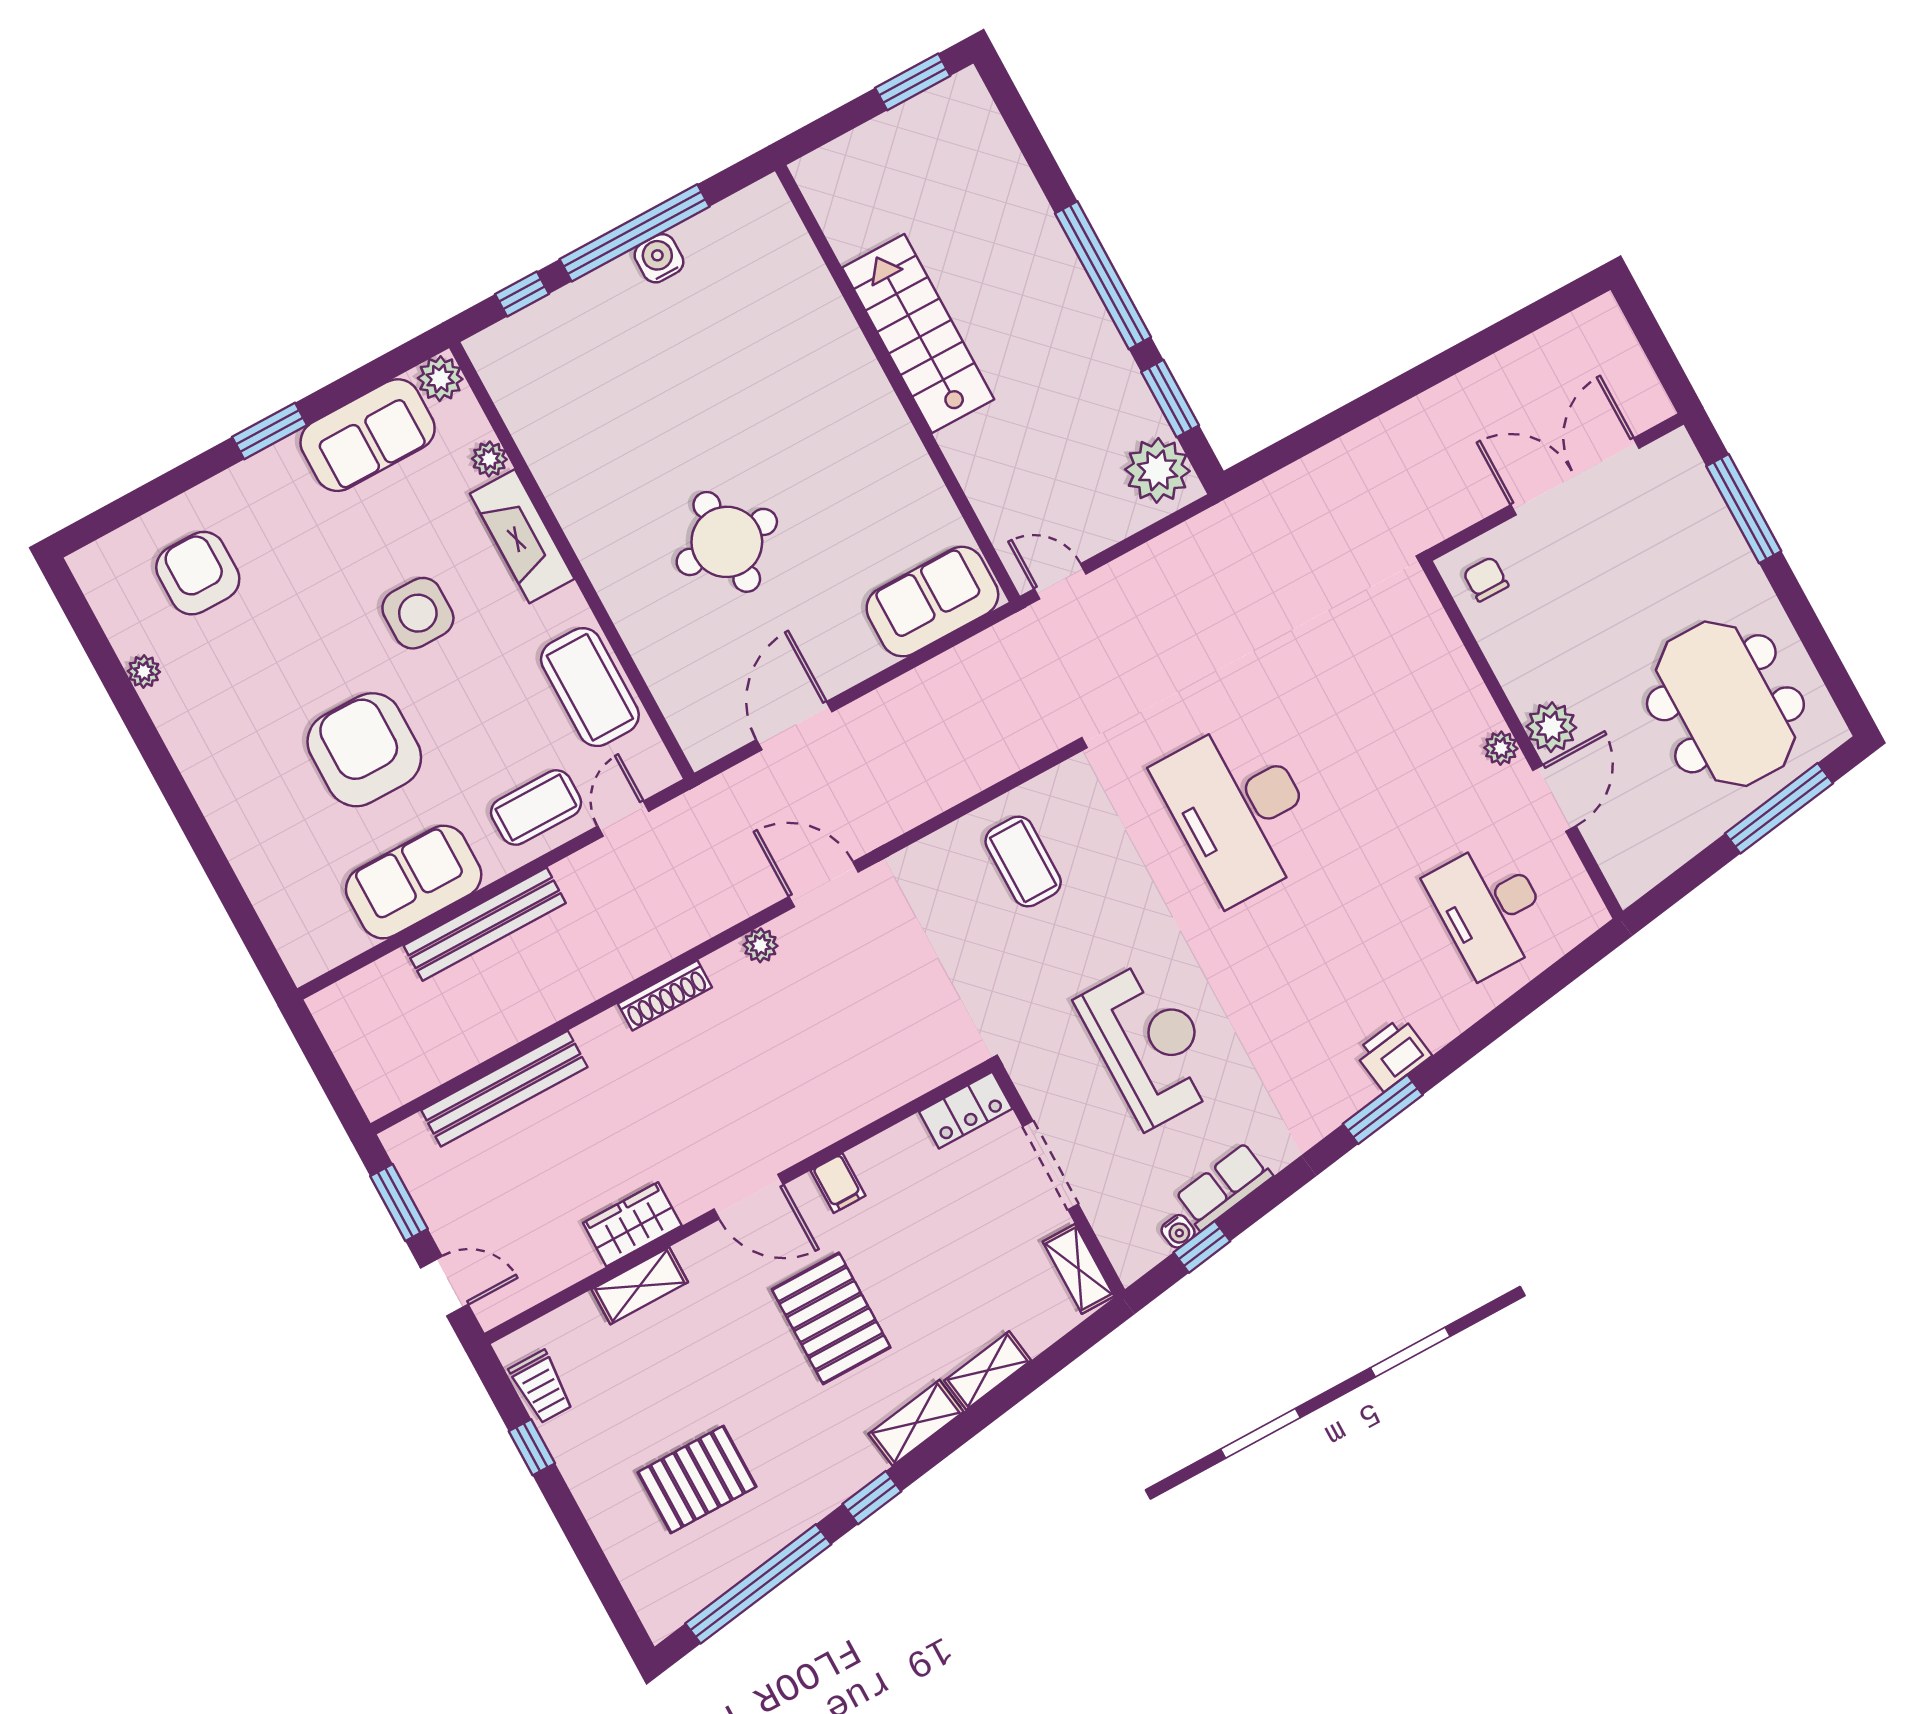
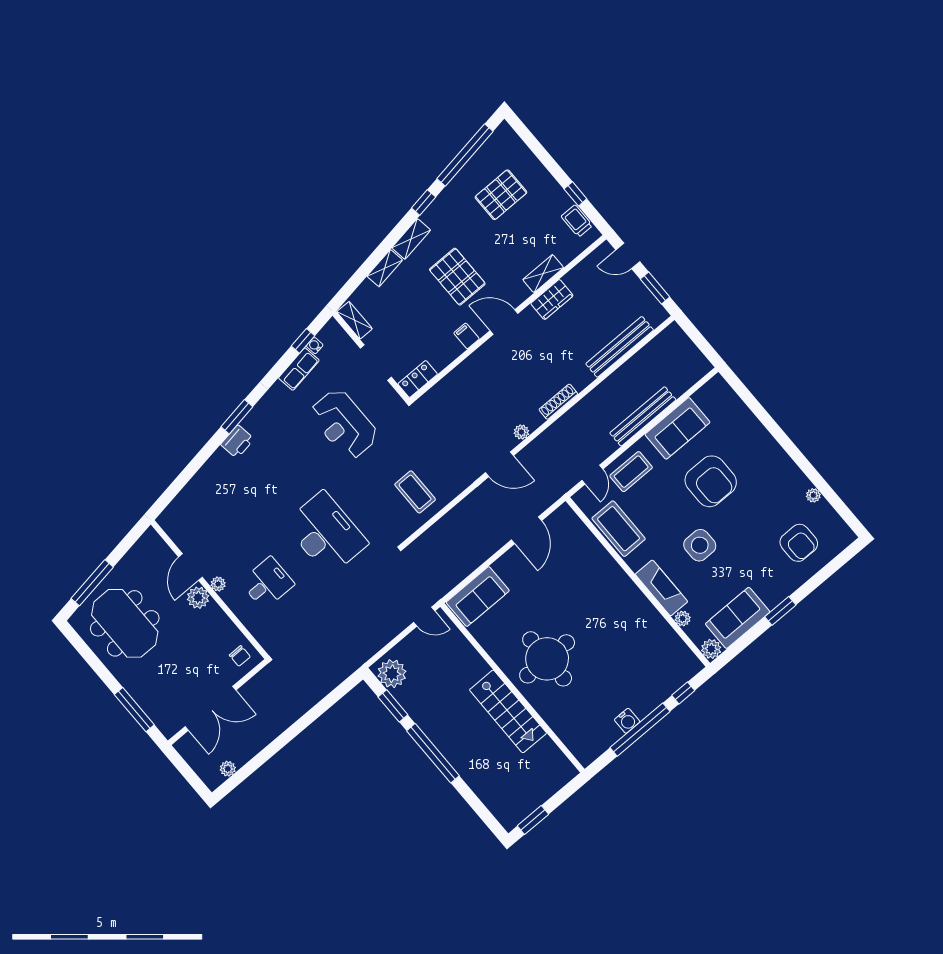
plant: (1564, 335) -> (228, 769), added
round table: (727, 542) -> (547, 659), moved, width x1.36, depth x1.36
desk: (1490, 908) -> (267, 583), moved, width x0.73

